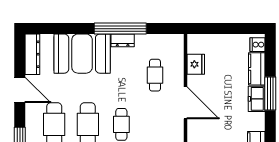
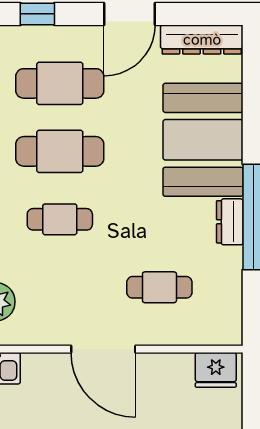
fridge: (196, 64) -> (216, 370), moved
door: (186, 103) -> (103, 349), hinge flipped

